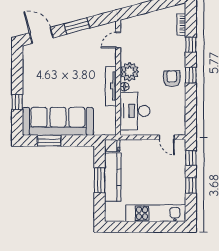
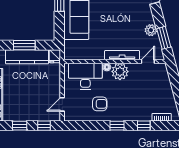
window: (77, 26) -> (164, 38), moved
plant: (83, 37) -> (151, 30), added
door: (118, 40) -> (148, 62), hinge flipped
armchair: (172, 79) -> (100, 104), moved
tv unit: (111, 86) -> (122, 55), moved

